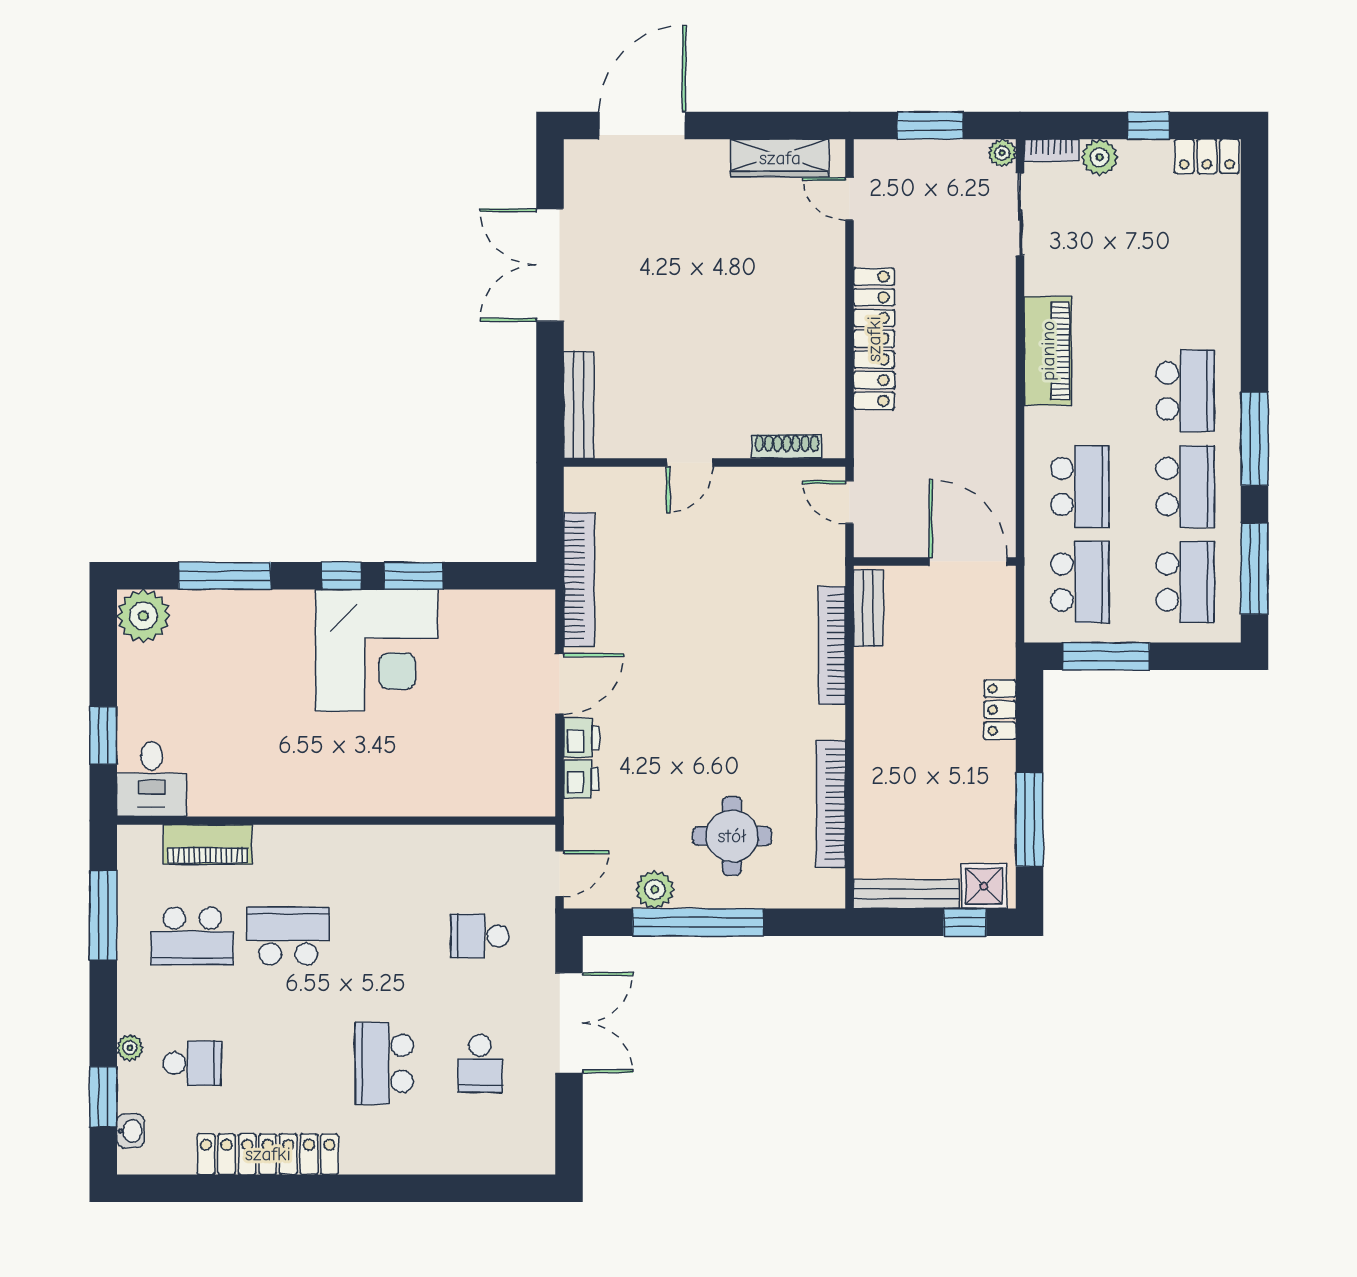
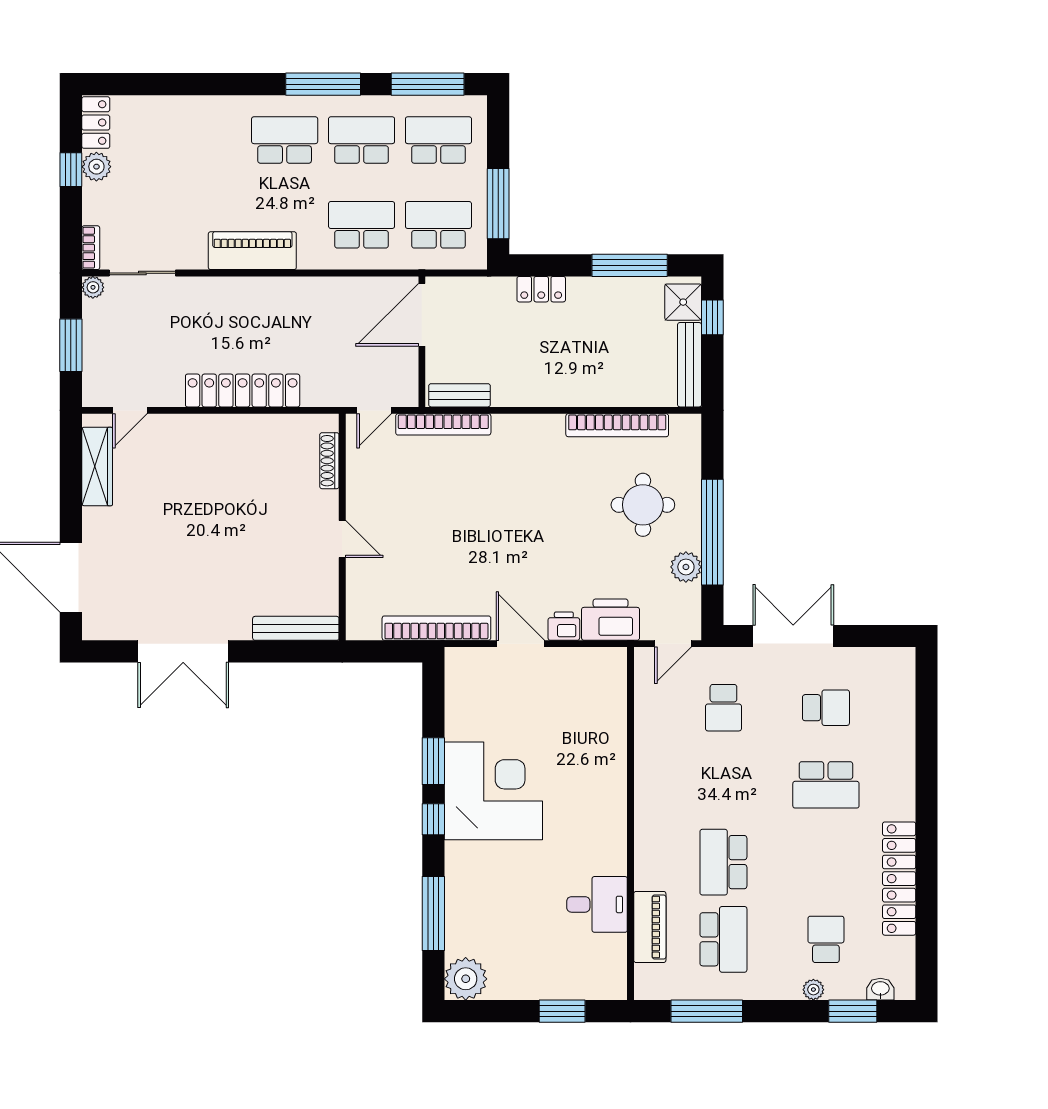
plant: (1100, 157) -> (96, 167), moved
bookcase: (832, 645) -> (443, 424), moved
desk: (152, 779) -> (597, 904), moved
printer: (581, 779) -> (611, 620), width x1.87, depth x1.48
door: (560, 873) -> (673, 644), swing flipped

